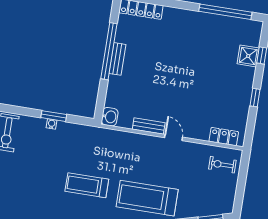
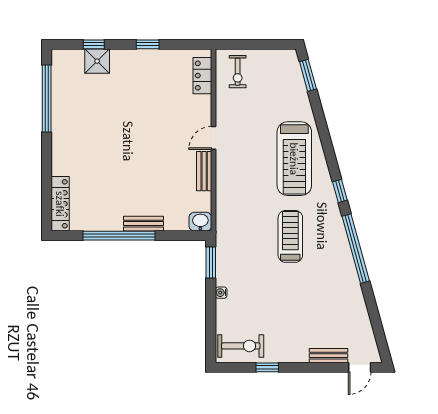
bench: (117, 59) -> (143, 224), moved
window: (54, 116) -> (211, 262), moved
treadmill: (87, 185) -> (290, 236), turned 180

